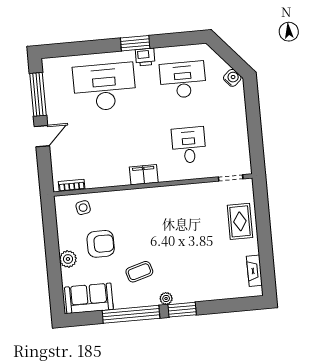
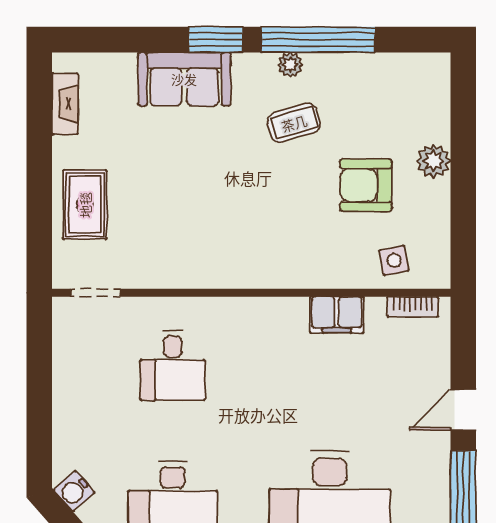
filing cabinet: (144, 175) -> (337, 315), moved
sofa: (89, 298) -> (184, 79), moved
plant: (166, 298) -> (290, 65), moved

